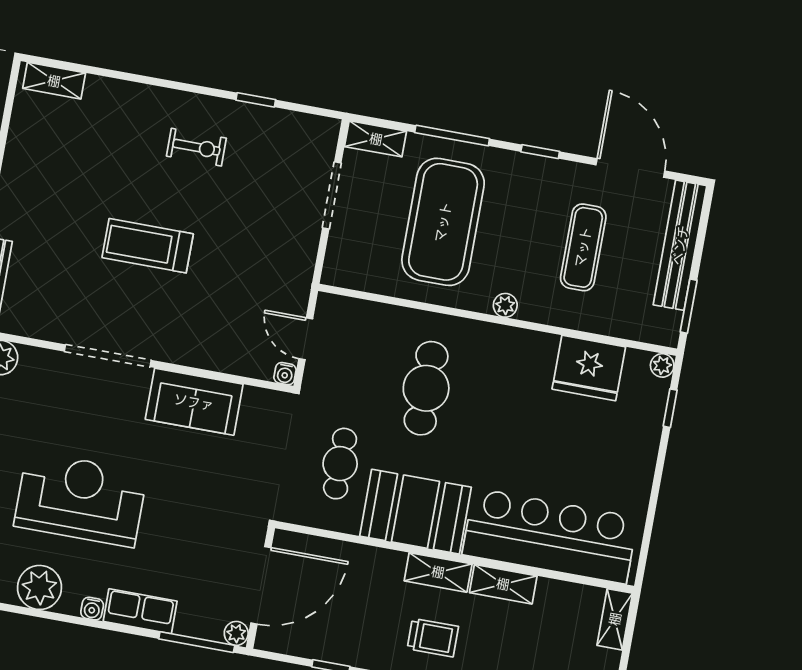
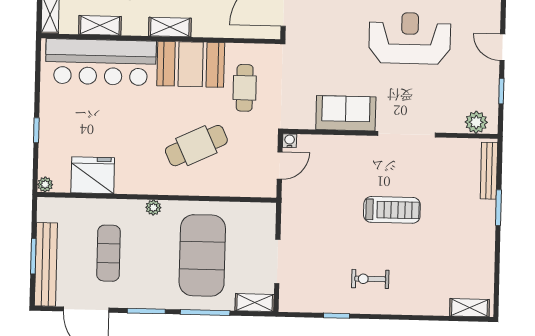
window: (540, 152) -> (146, 311), width x1.50
window: (689, 306) -> (33, 256), moved
door: (306, 339) -> (280, 165), hinge flipped
cafe table: (426, 388) -> (196, 146), turned 65
window: (670, 408) -> (36, 130), moved
reception desk: (81, 499) -> (410, 38), turned 180
shelving: (503, 584) -> (100, 25), moved

